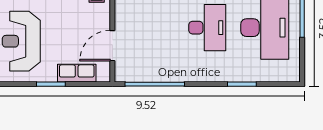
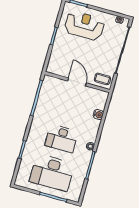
door: (112, 46) -> (77, 82), moved
row of seats: (77, 73) -> (56, 53), removed

